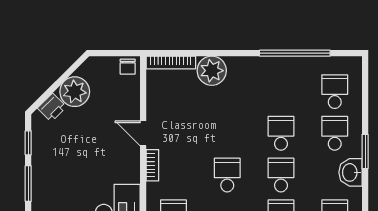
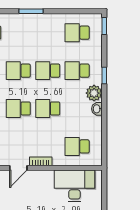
school desk: (335, 133) -> (18, 109), moved
washbasin: (350, 172) -> (46, 22), removed

